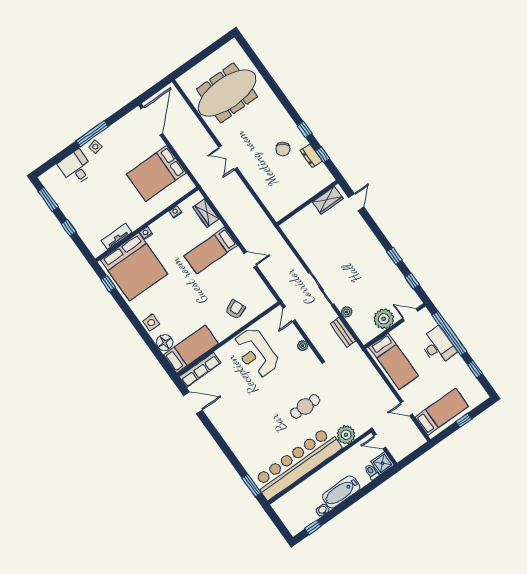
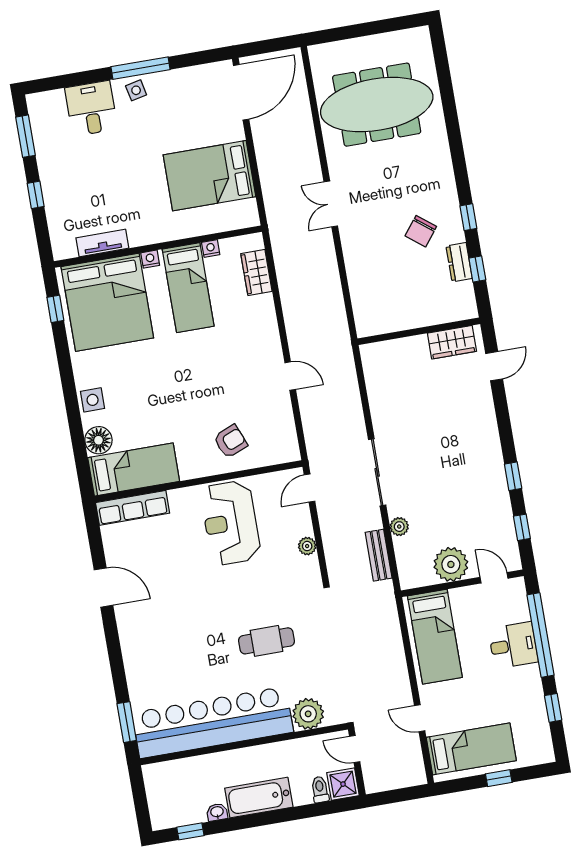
bed: (211, 250) -> (188, 288), moved, turned -90
desk: (438, 346) -> (513, 645), width x0.73
door: (193, 403) -> (103, 588), moved

